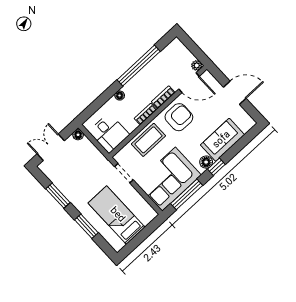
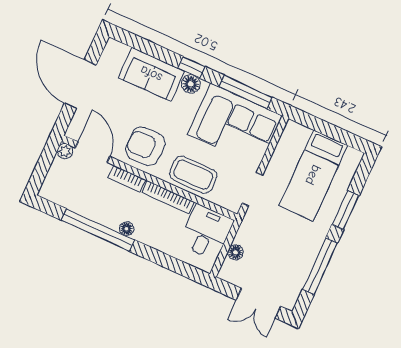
door: (235, 93) -> (80, 84), width x1.36
floor lamp: (120, 95) -> (127, 229), moved
bookcase: (146, 114) -> (168, 197), width x1.56
floor lamp: (78, 135) -> (235, 252), moved
window: (58, 196) -> (320, 266), width x1.44

